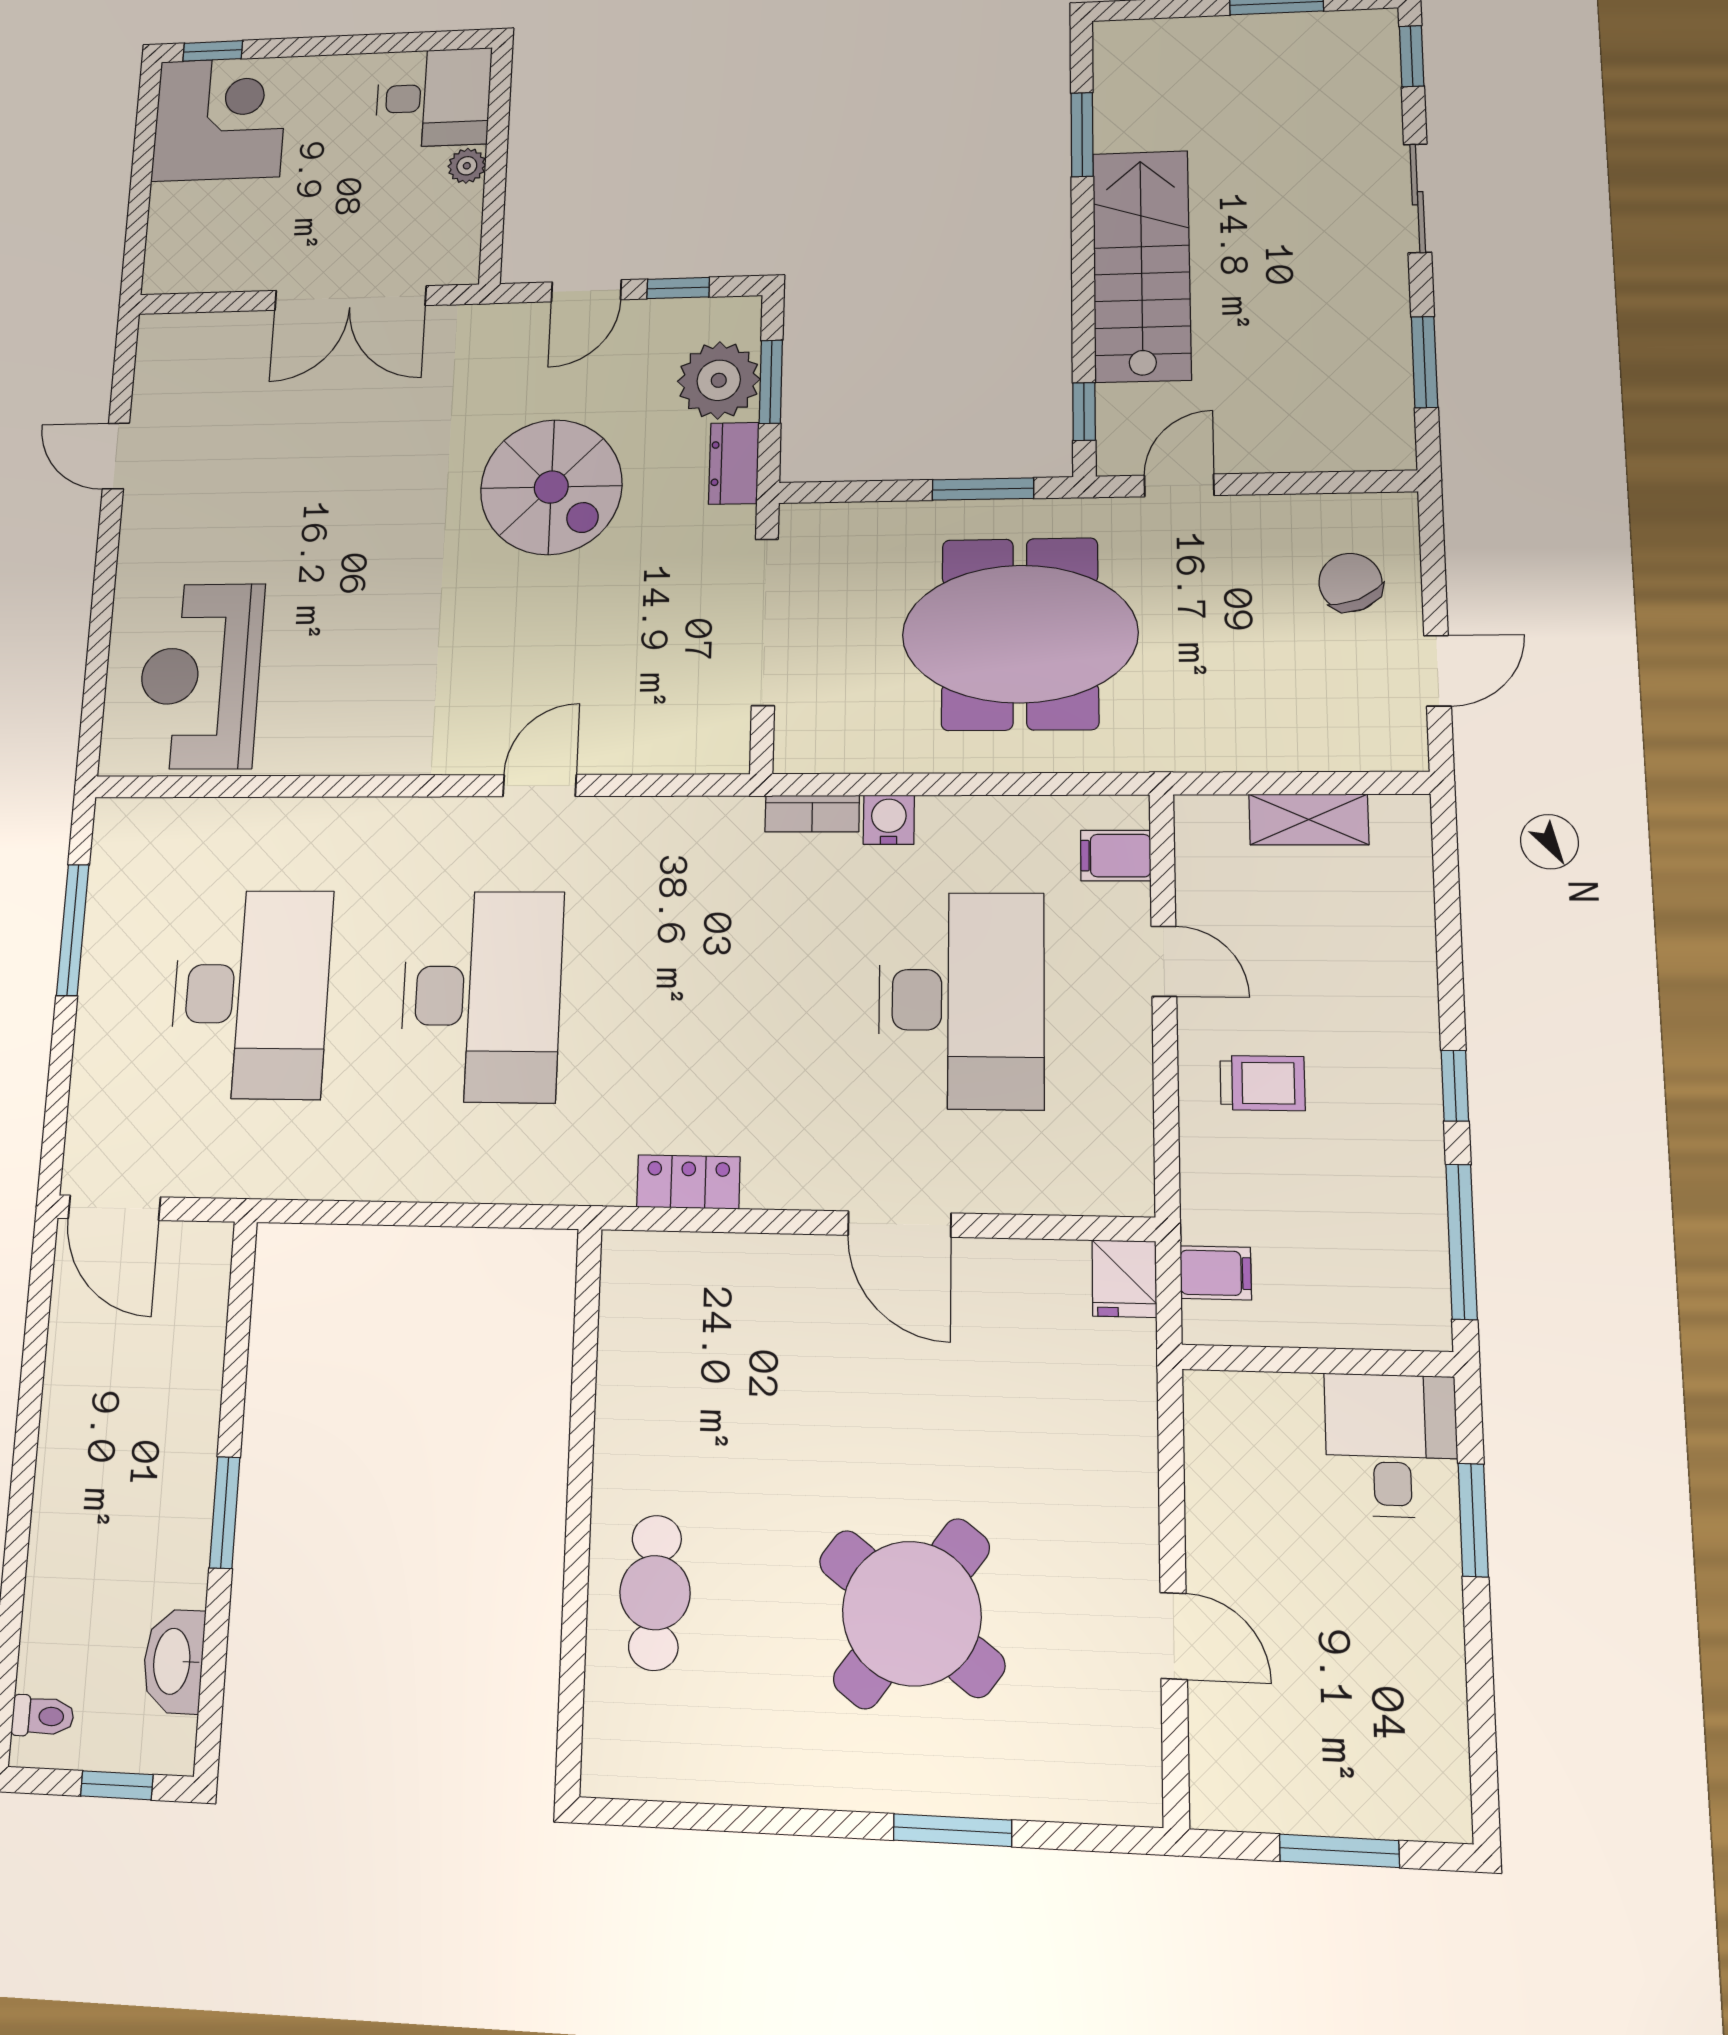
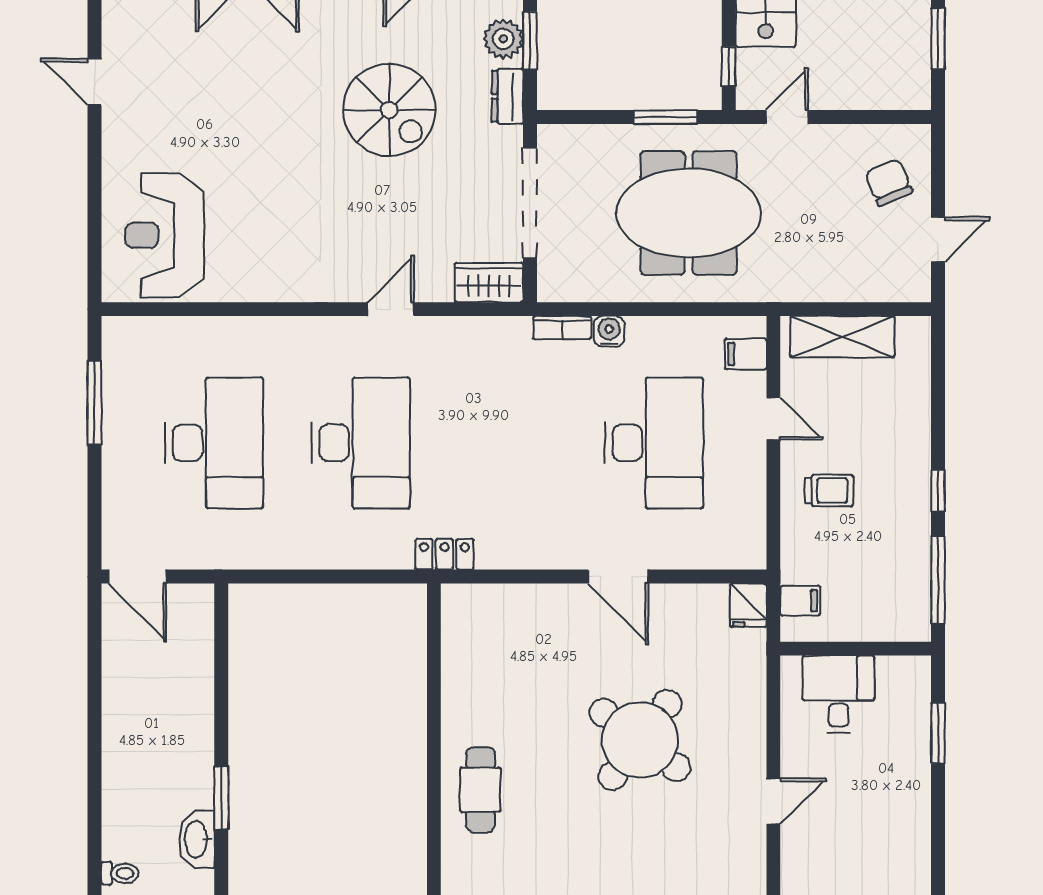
plant: (719, 380) -> (503, 39), width x0.73, depth x0.73
wardrobe: (696, 744) -> (489, 282), added
shelving: (1309, 819) -> (842, 337), width x1.50, depth x1.33
locker: (688, 1182) -> (444, 554), moved
desk: (1391, 1445) -> (838, 694), moved
window: (225, 1512) -> (221, 798), moved
round table: (912, 1613) -> (640, 740), moved
door: (1174, 1636) -> (773, 801), hinge flipped

